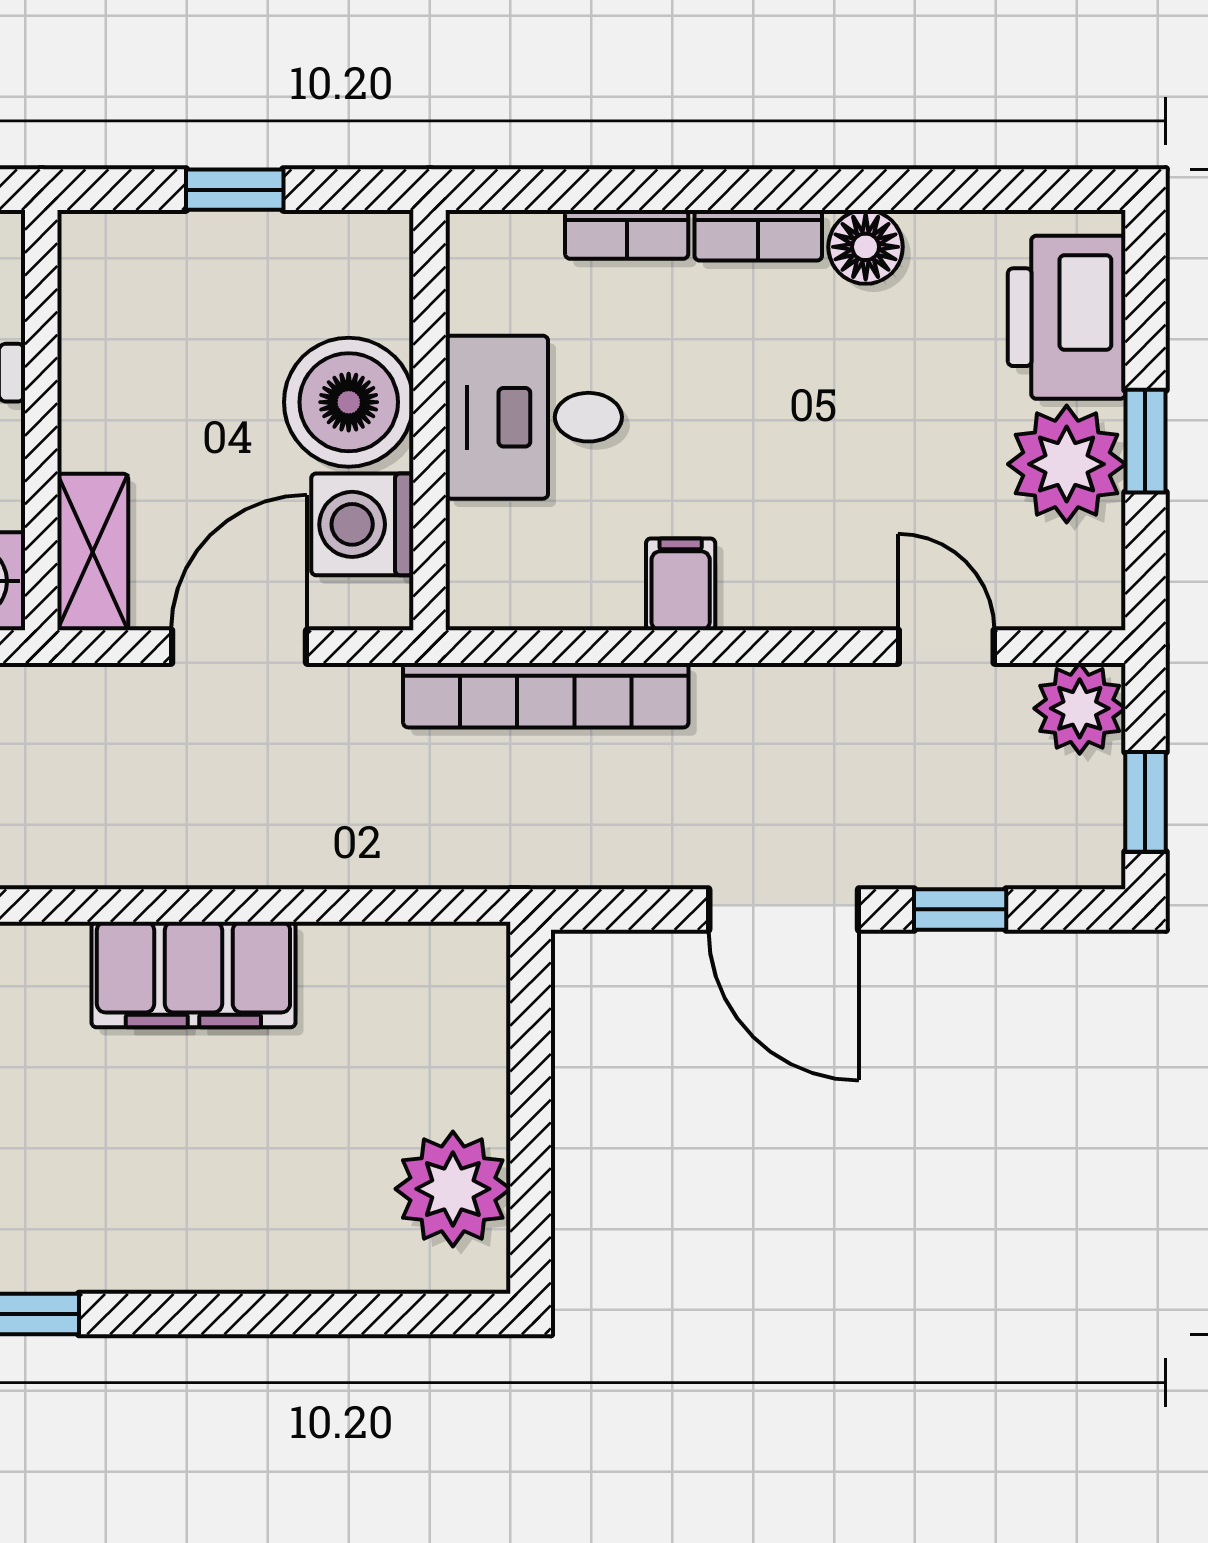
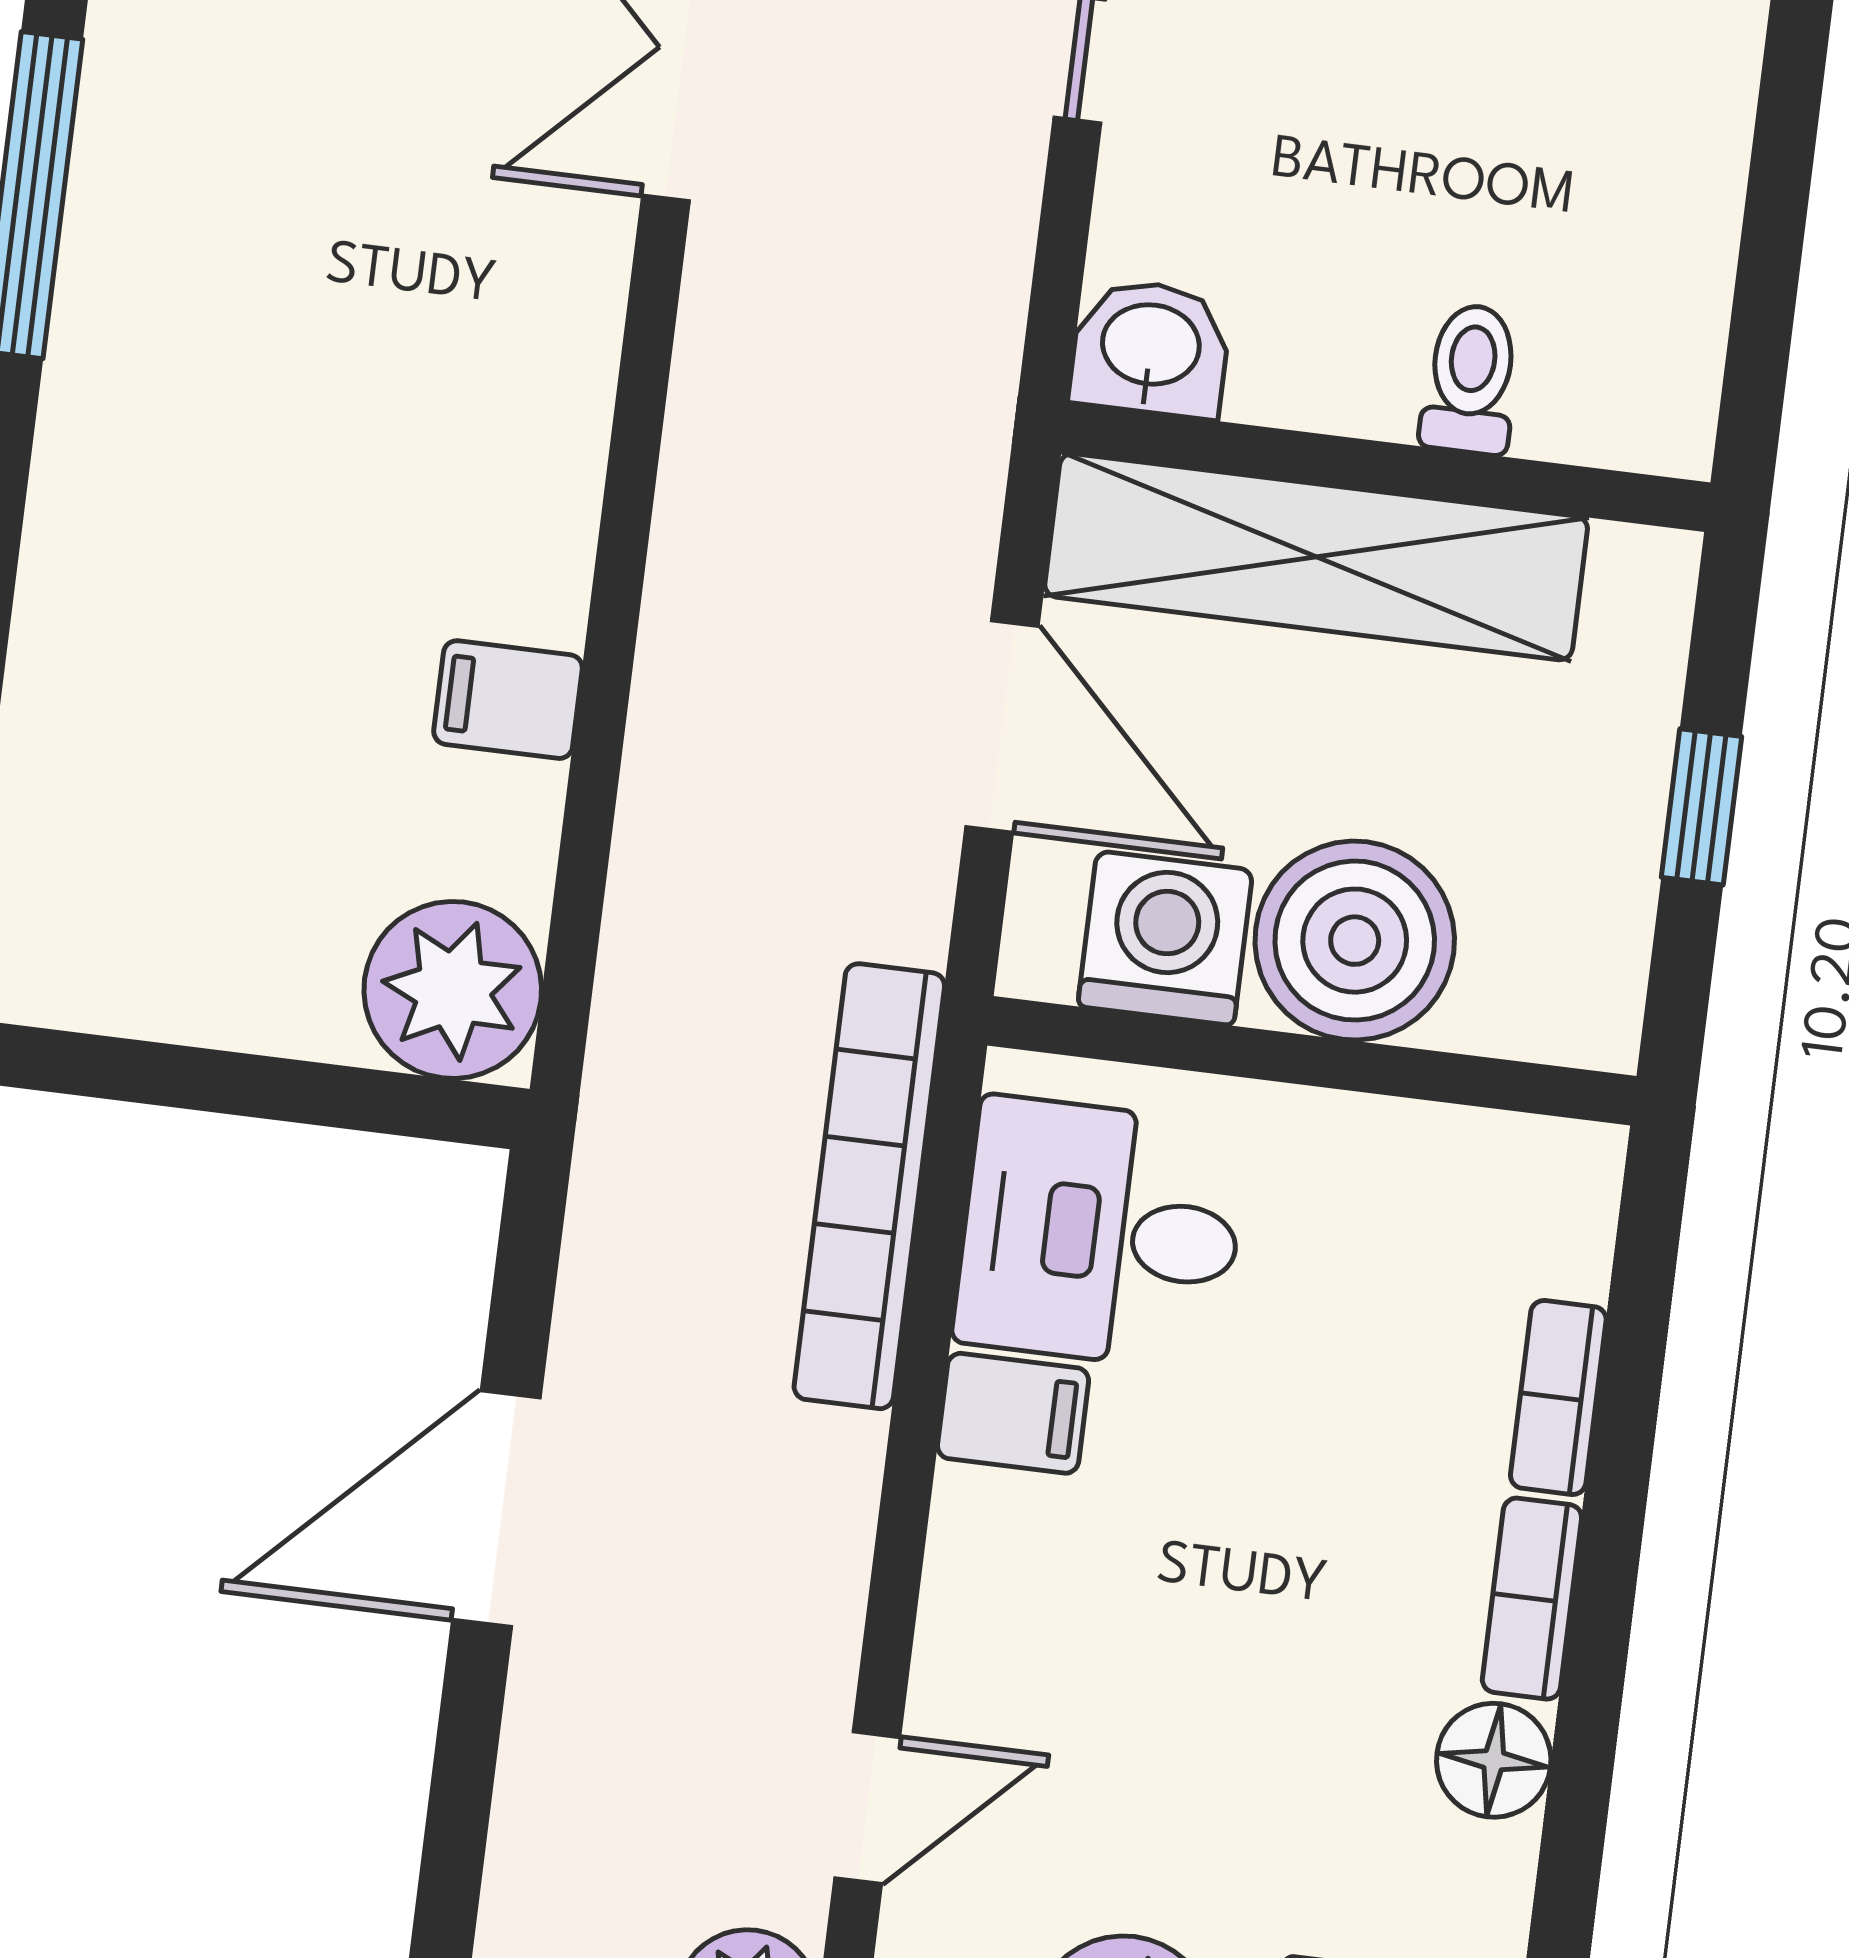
desk: (534, 417) -> (1101, 1234), moved, turned -90
shelving: (93, 552) -> (1316, 557), width x2.20, depth x1.33
window: (960, 909) -> (463, 1779), removed
filing cabinet: (193, 974) -> (508, 700), width x0.33, depth x0.86
plant: (453, 1189) -> (453, 990), moved

